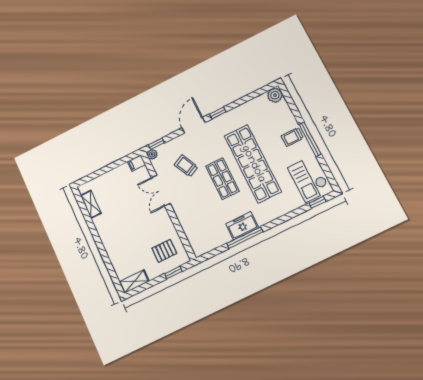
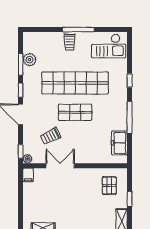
plant: (275, 95) -> (30, 60), moved
window: (244, 100) -> (21, 64), added
double door: (161, 190) -> (60, 166), swing flipped
window: (318, 202) -> (130, 80), moved
freezer: (242, 226) -> (119, 143), moved
window: (173, 273) -> (130, 199), moved

